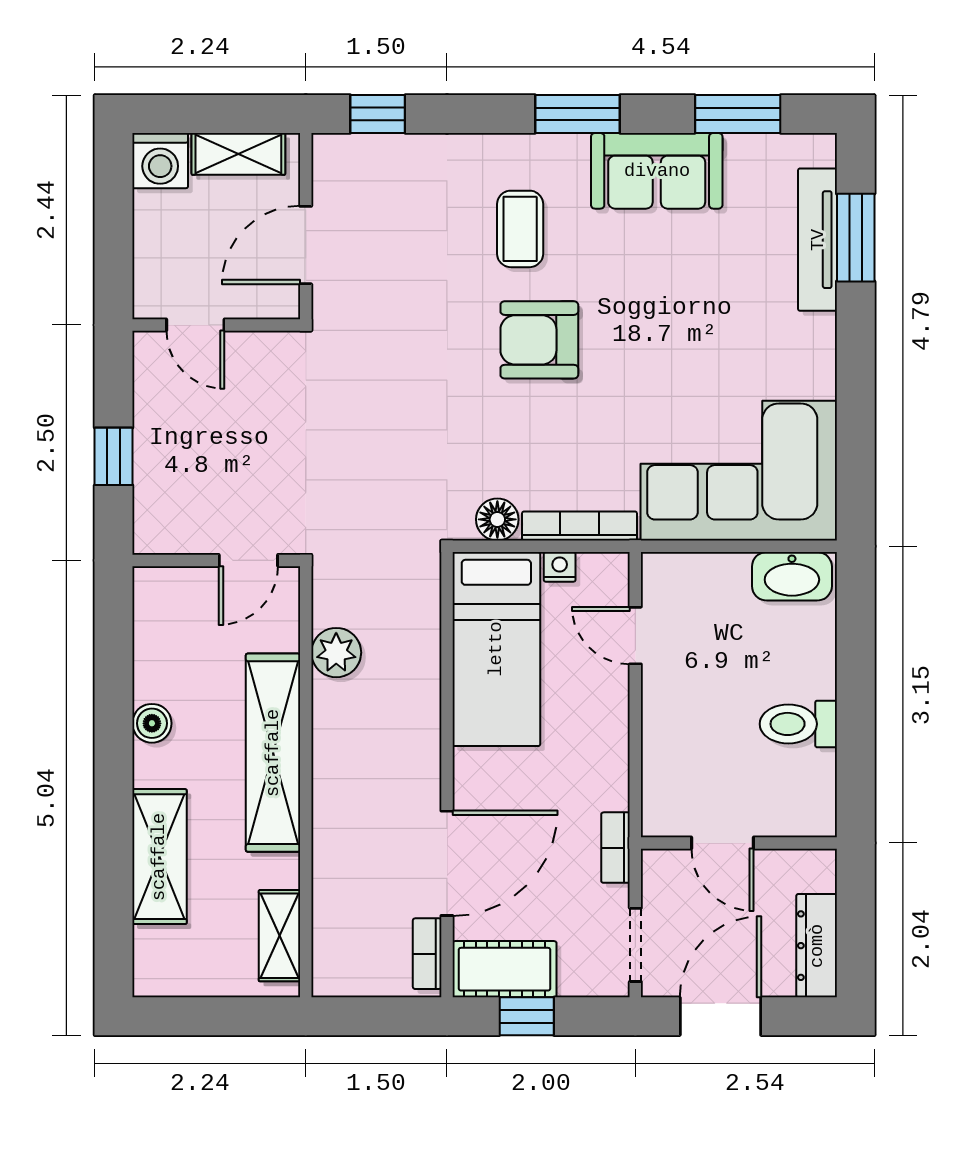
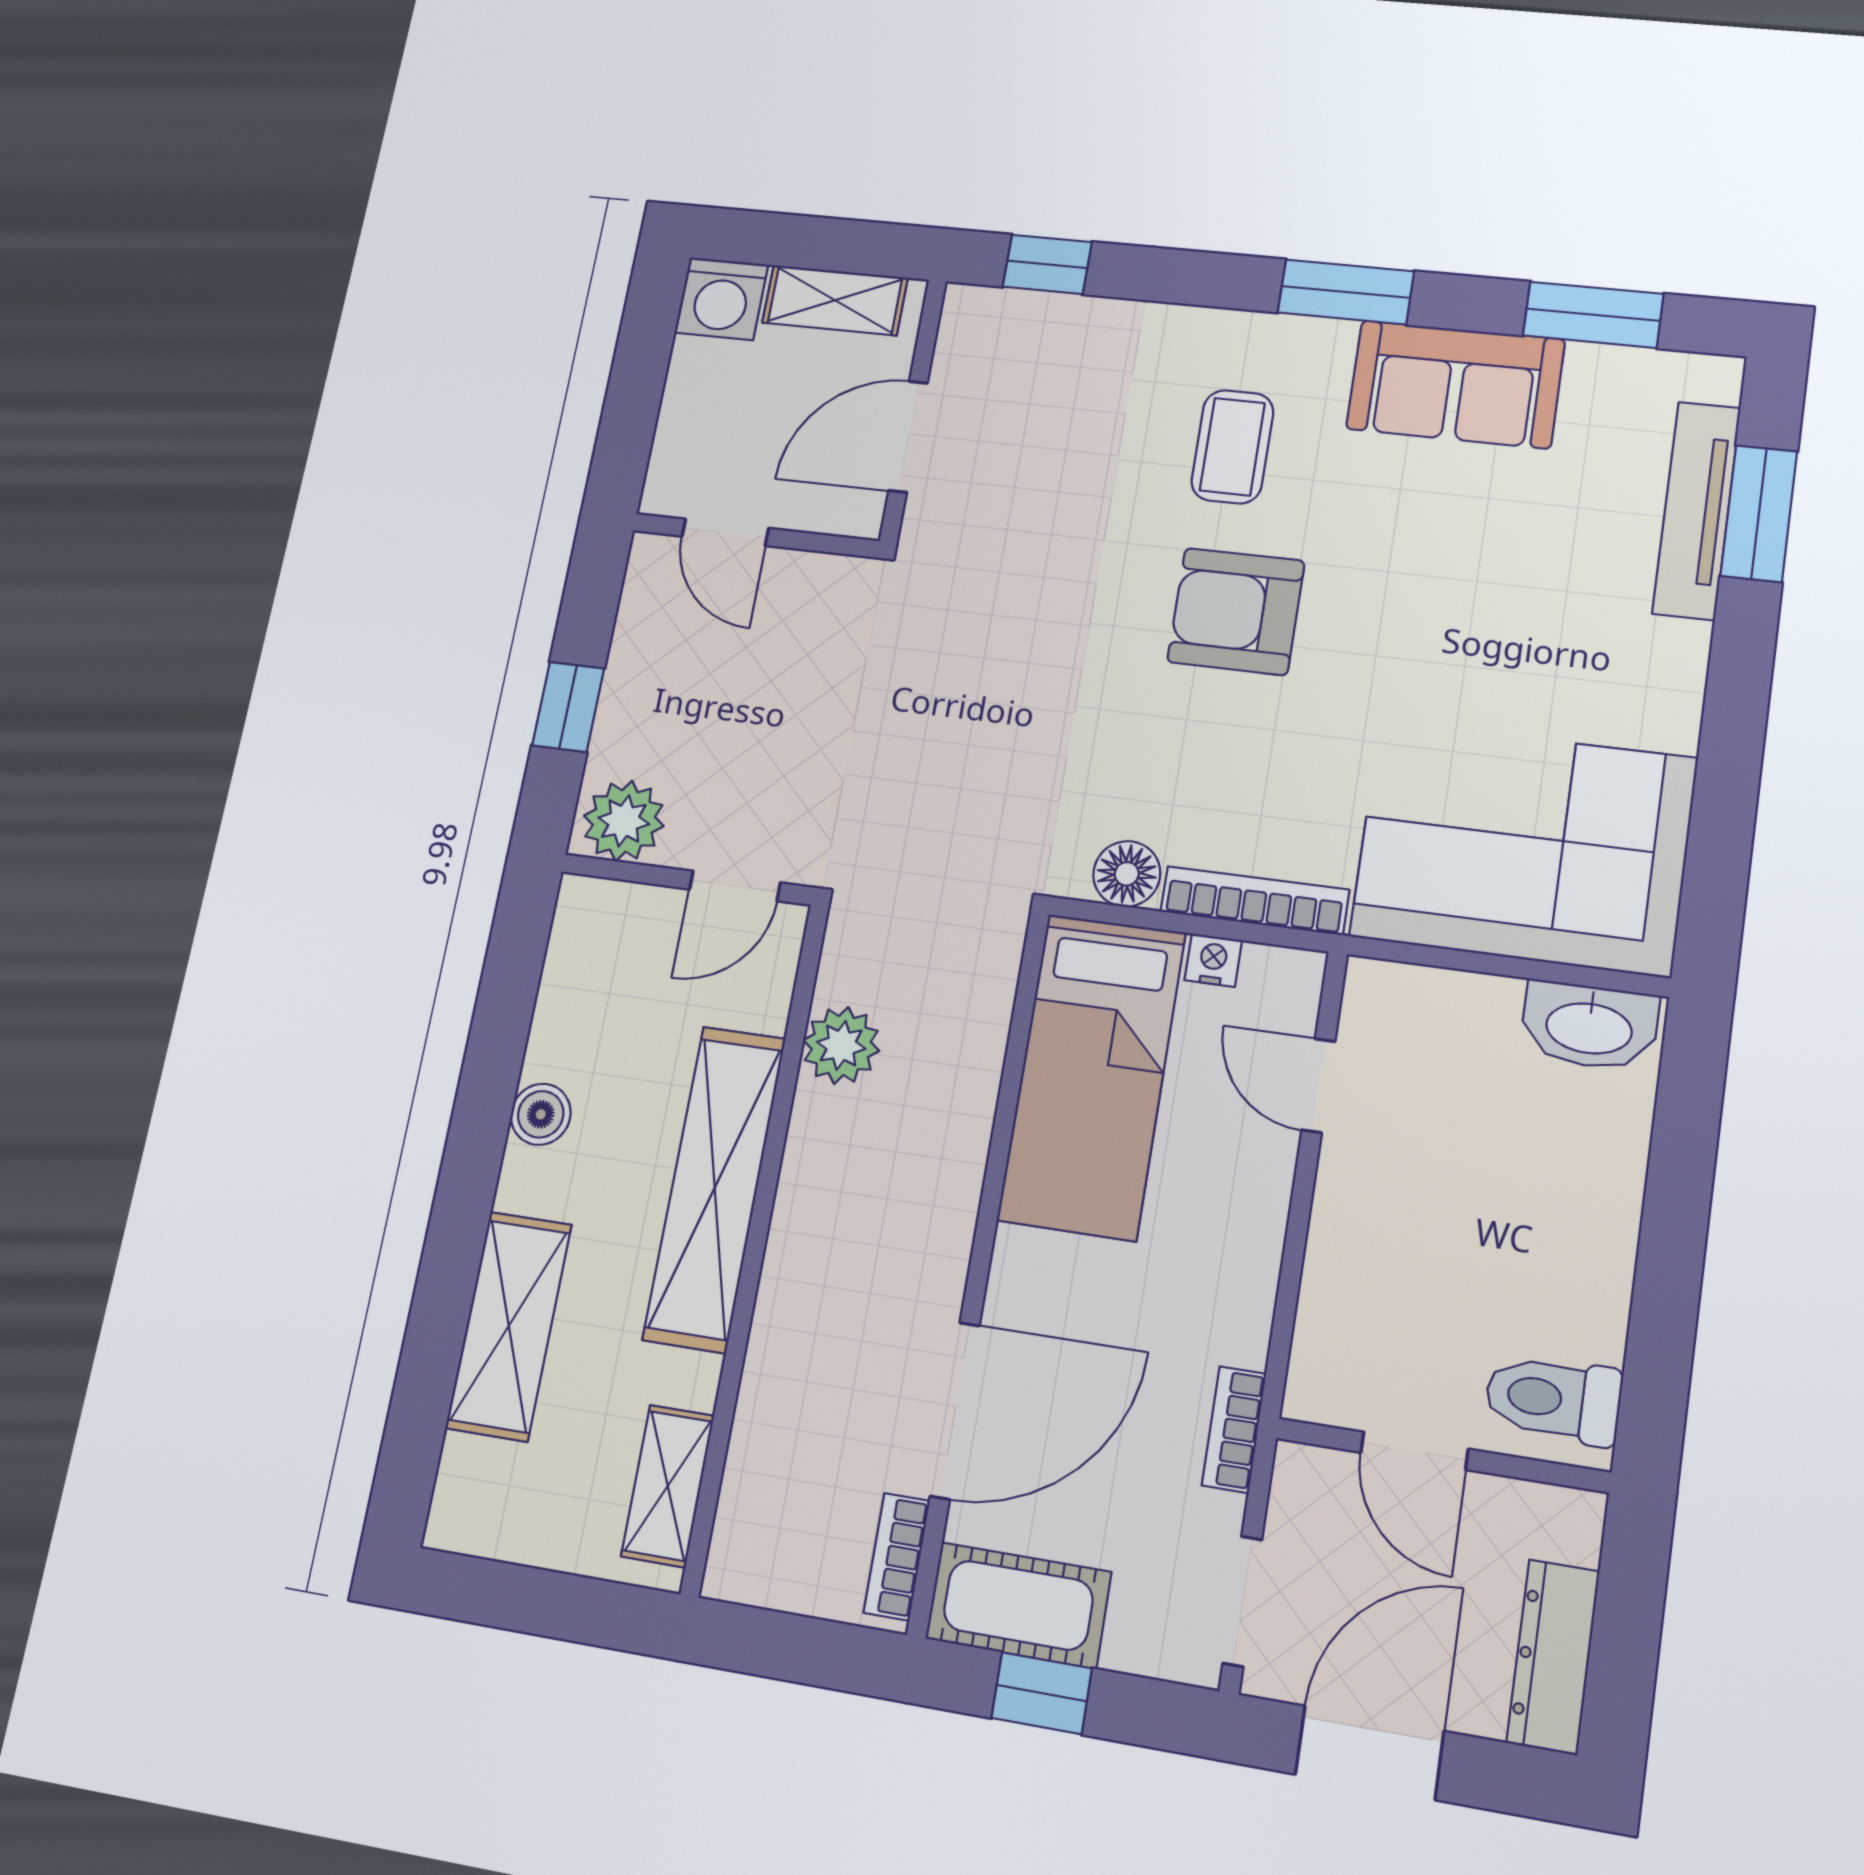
plant: (167, 528) -> (624, 821), added
toilet: (798, 724) -> (1553, 1399), moved

